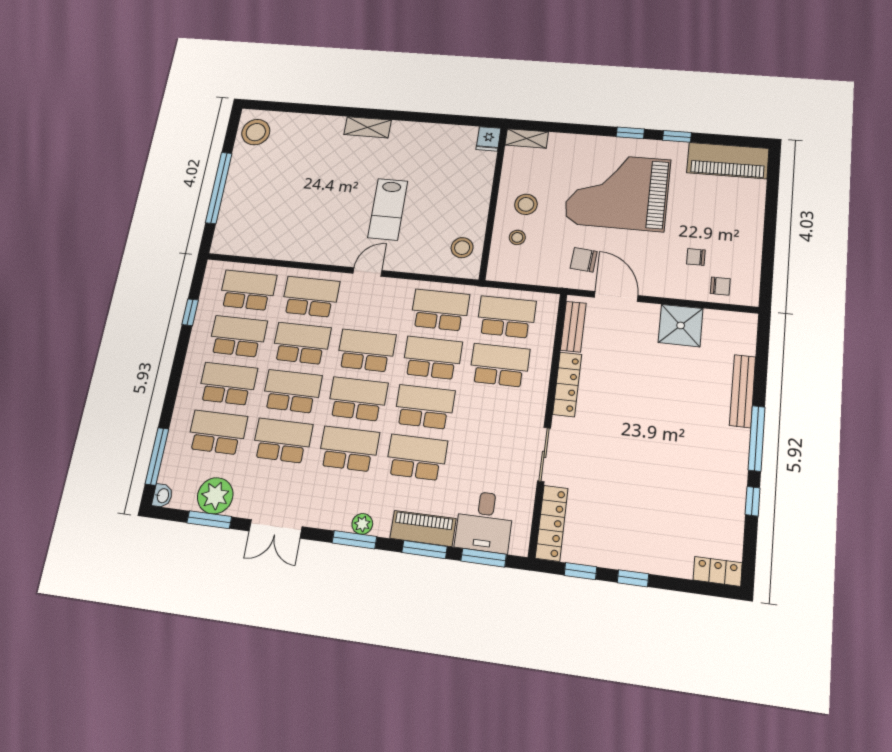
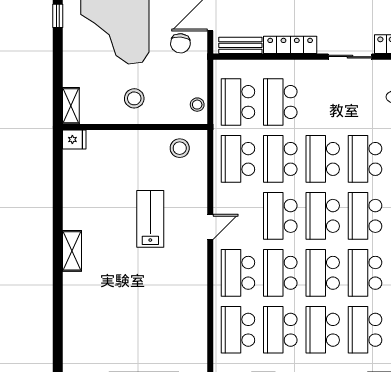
stool: (256, 132) -> (86, 354), removed
lab bench: (388, 209) -> (150, 219), turned -90
stool: (517, 237) -> (197, 105), moved
door: (367, 272) -> (210, 227), swing flipped

